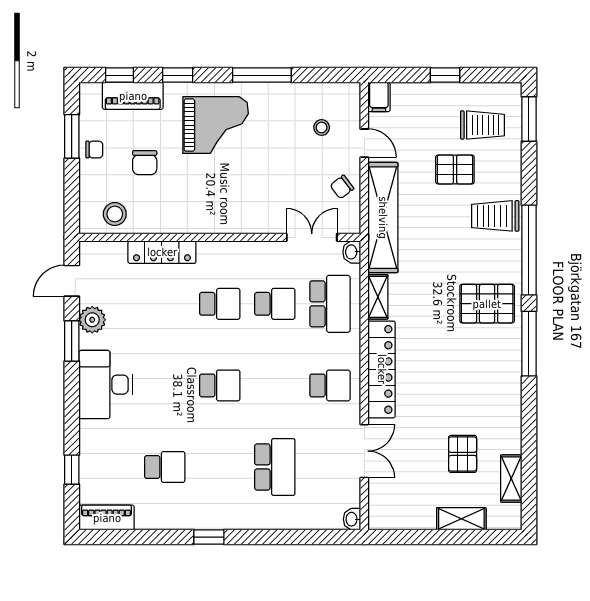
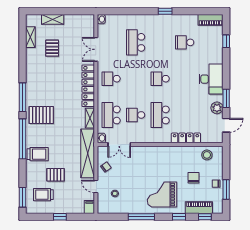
school desk: (220, 304) -> (160, 115), width x1.85

